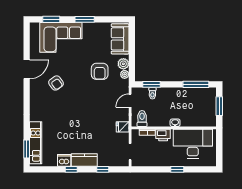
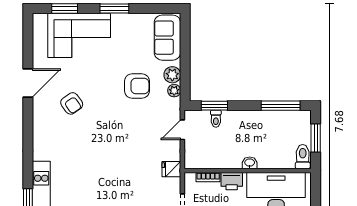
armchair: (100, 71) -> (137, 86), turned -90
toilet: (142, 119) -> (303, 157), moved

